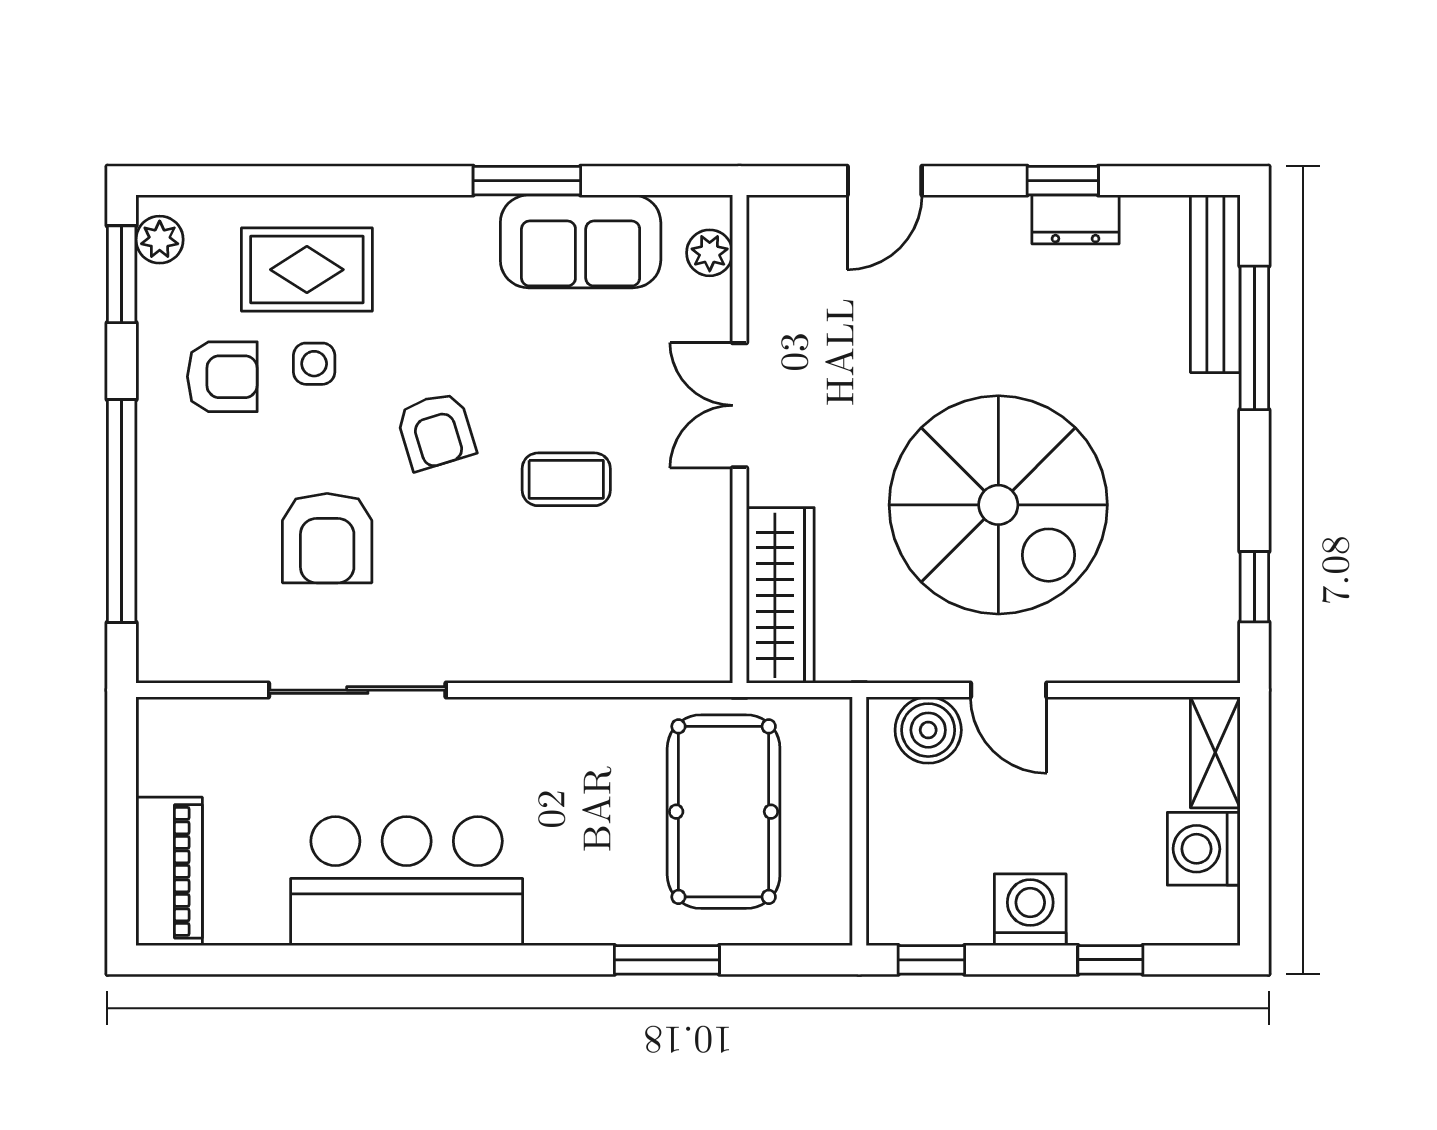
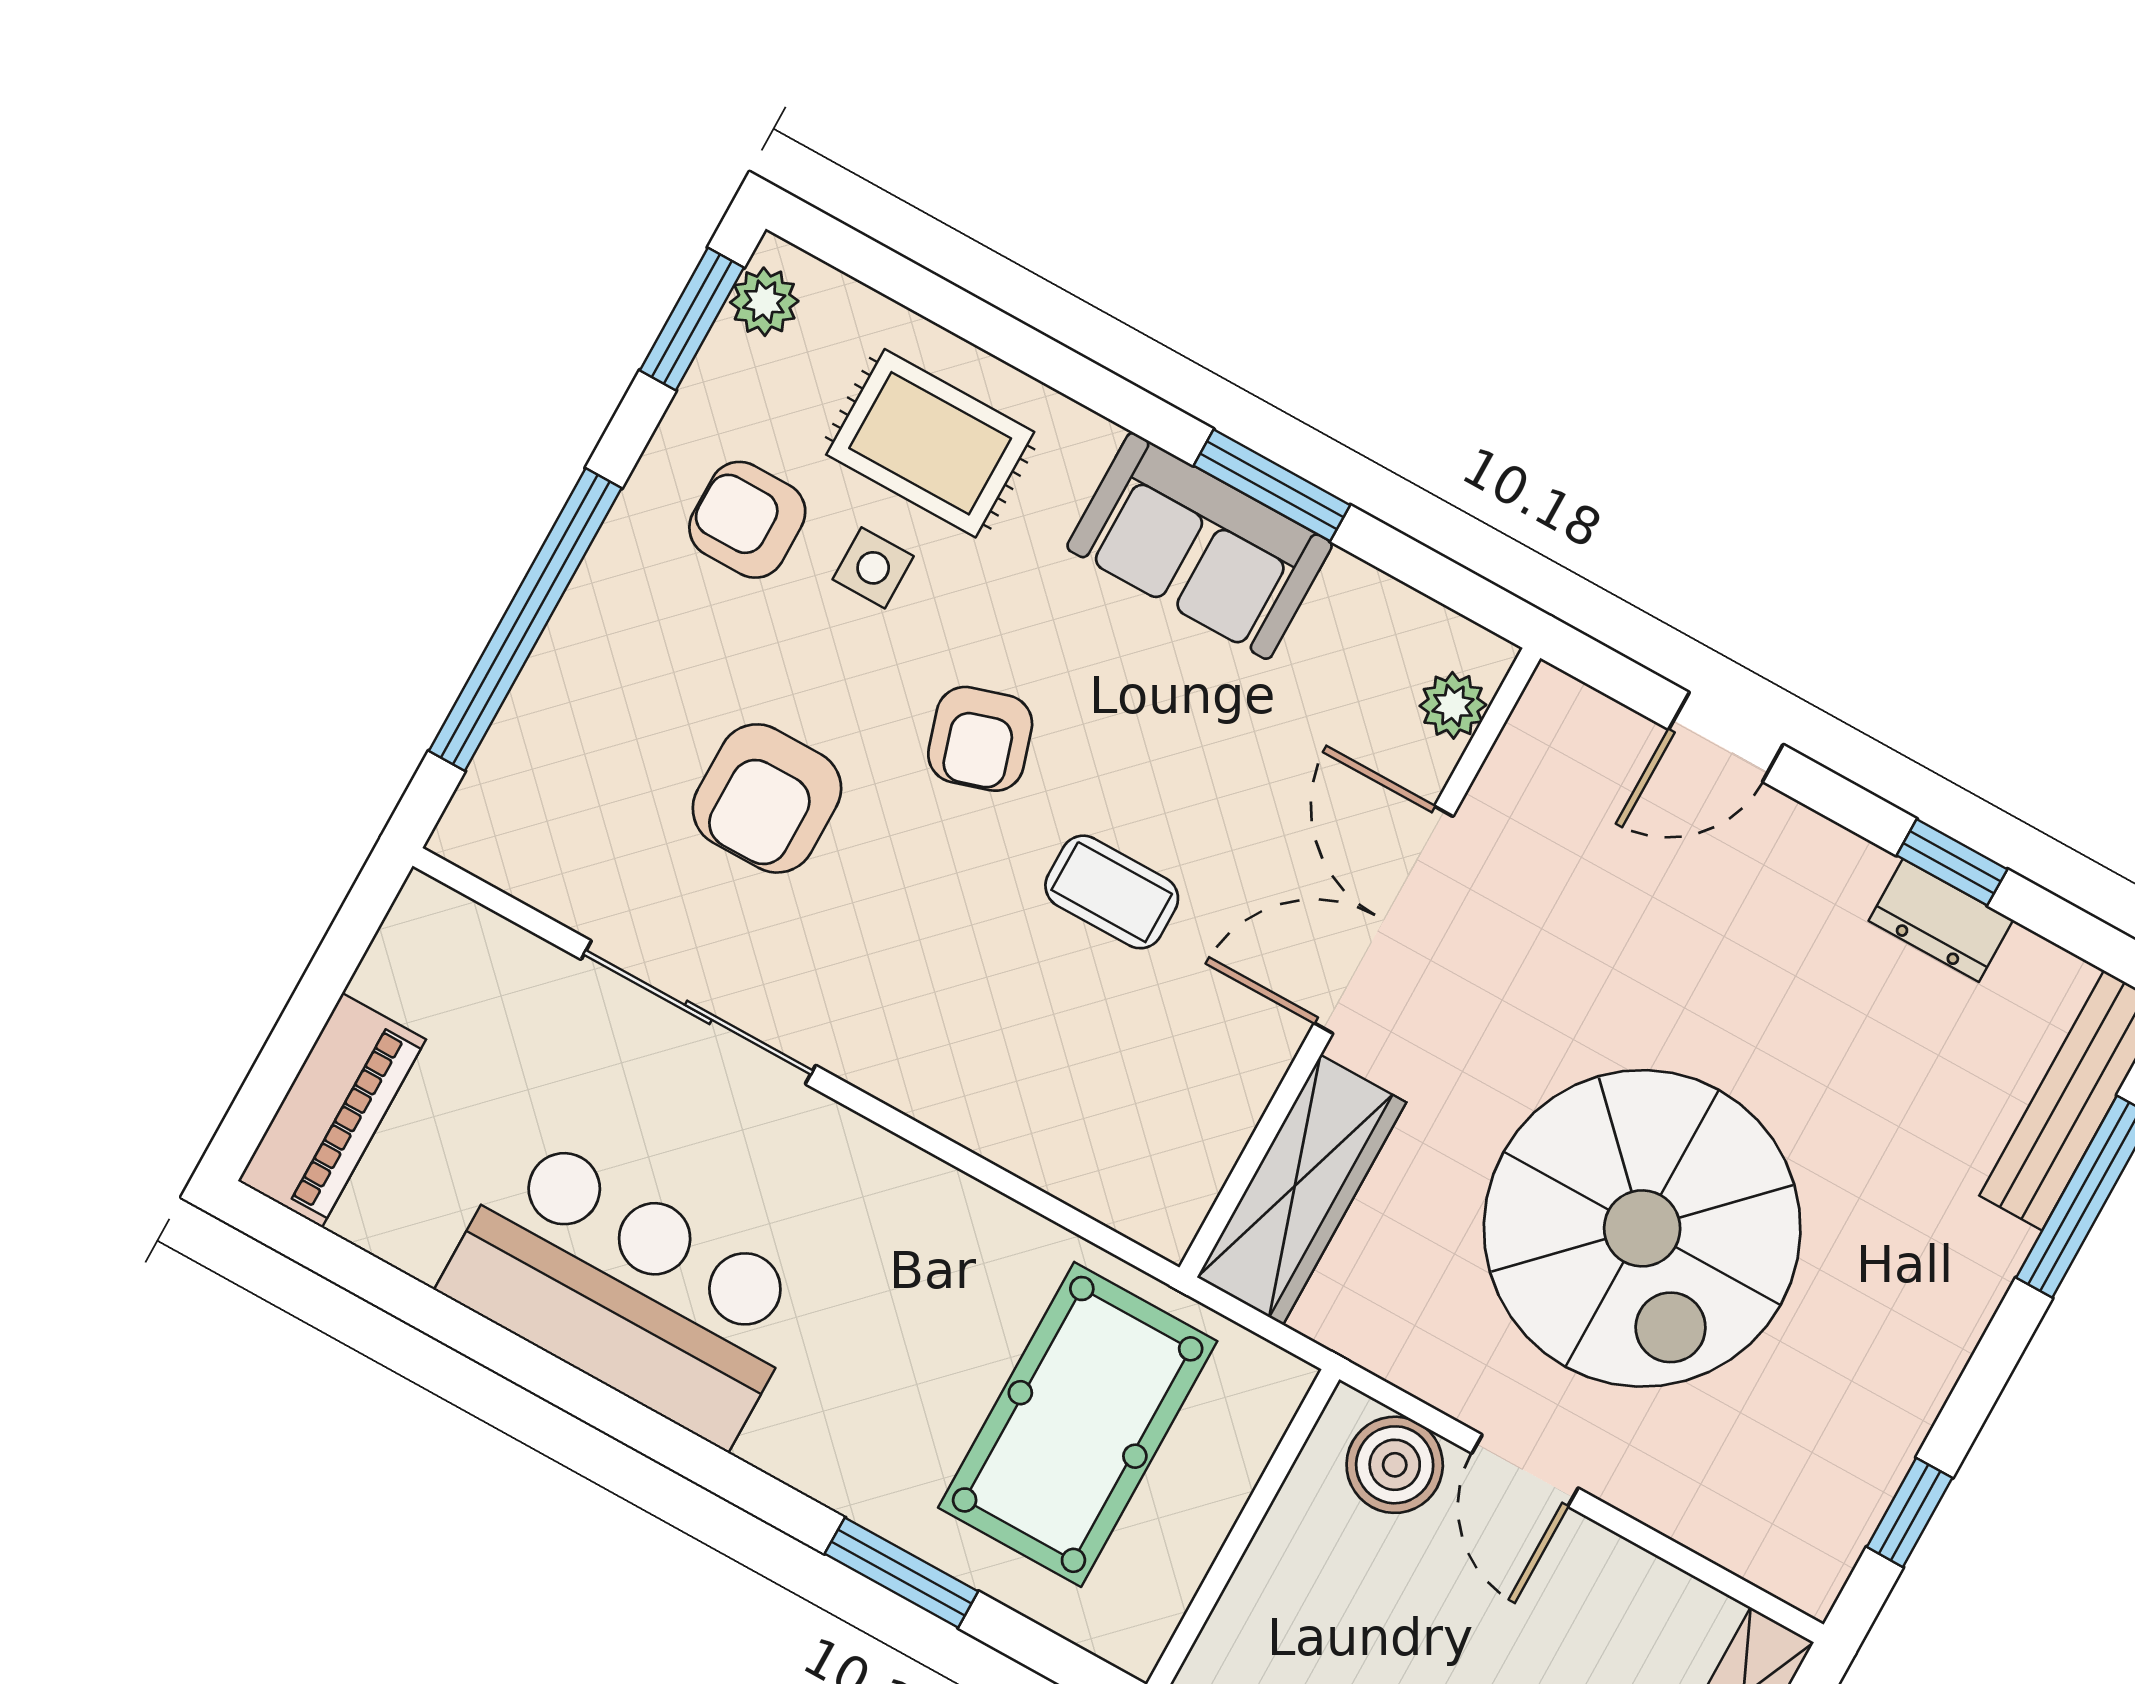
sofa: (581, 241) -> (1200, 546), moved
armchair: (222, 377) -> (747, 520), turned 180
double door: (739, 405) -> (1384, 920), width x1.37

